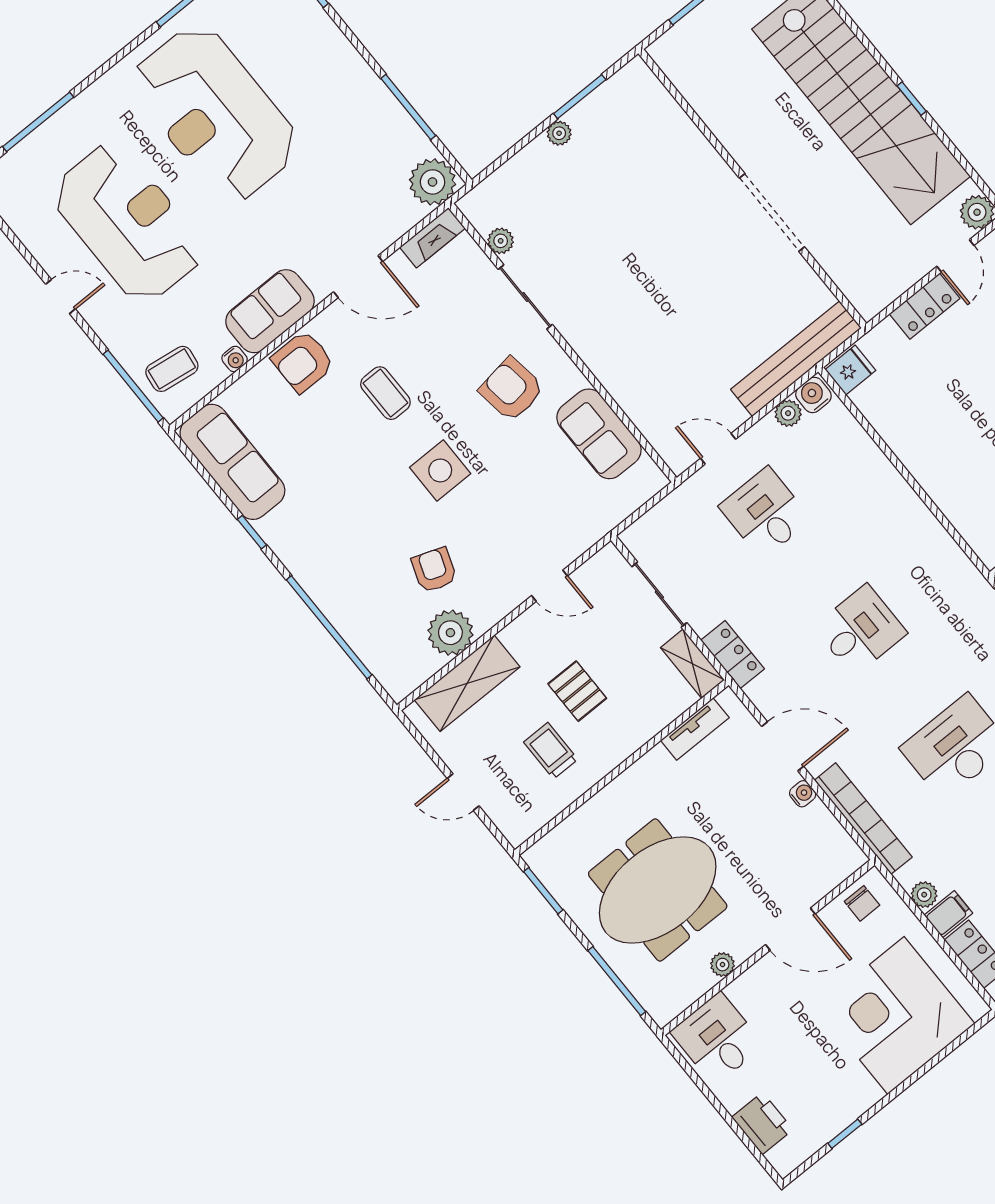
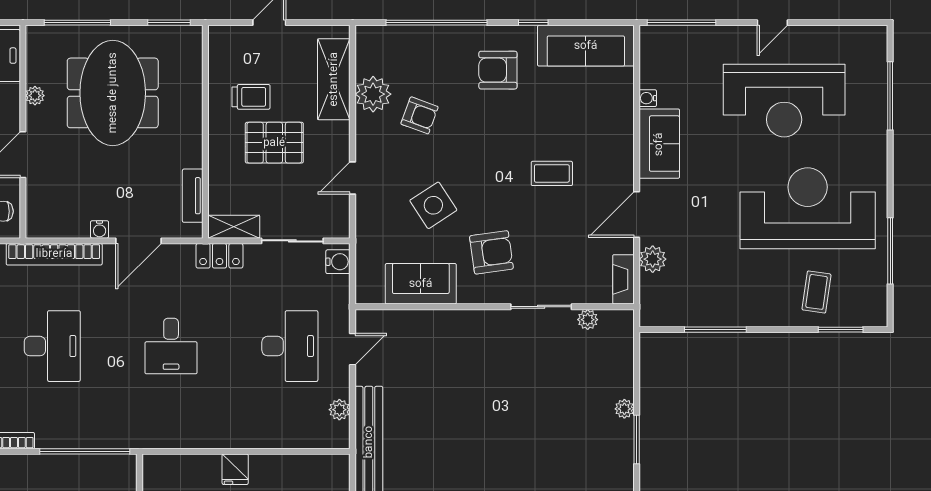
plant: (433, 182) -> (653, 259), moved, width x0.73, depth x0.73
armchair: (303, 362) -> (498, 70), moved, turned -90
coffee table: (172, 369) -> (817, 292), moved
fridge: (850, 370) -> (235, 469), moved
water cooler: (813, 395) -> (338, 262), moved
side table: (440, 470) -> (433, 205), moved, turned -33
desk: (765, 513) -> (290, 346), width x1.37
pallet: (577, 691) -> (274, 143), width x1.50, depth x1.42

